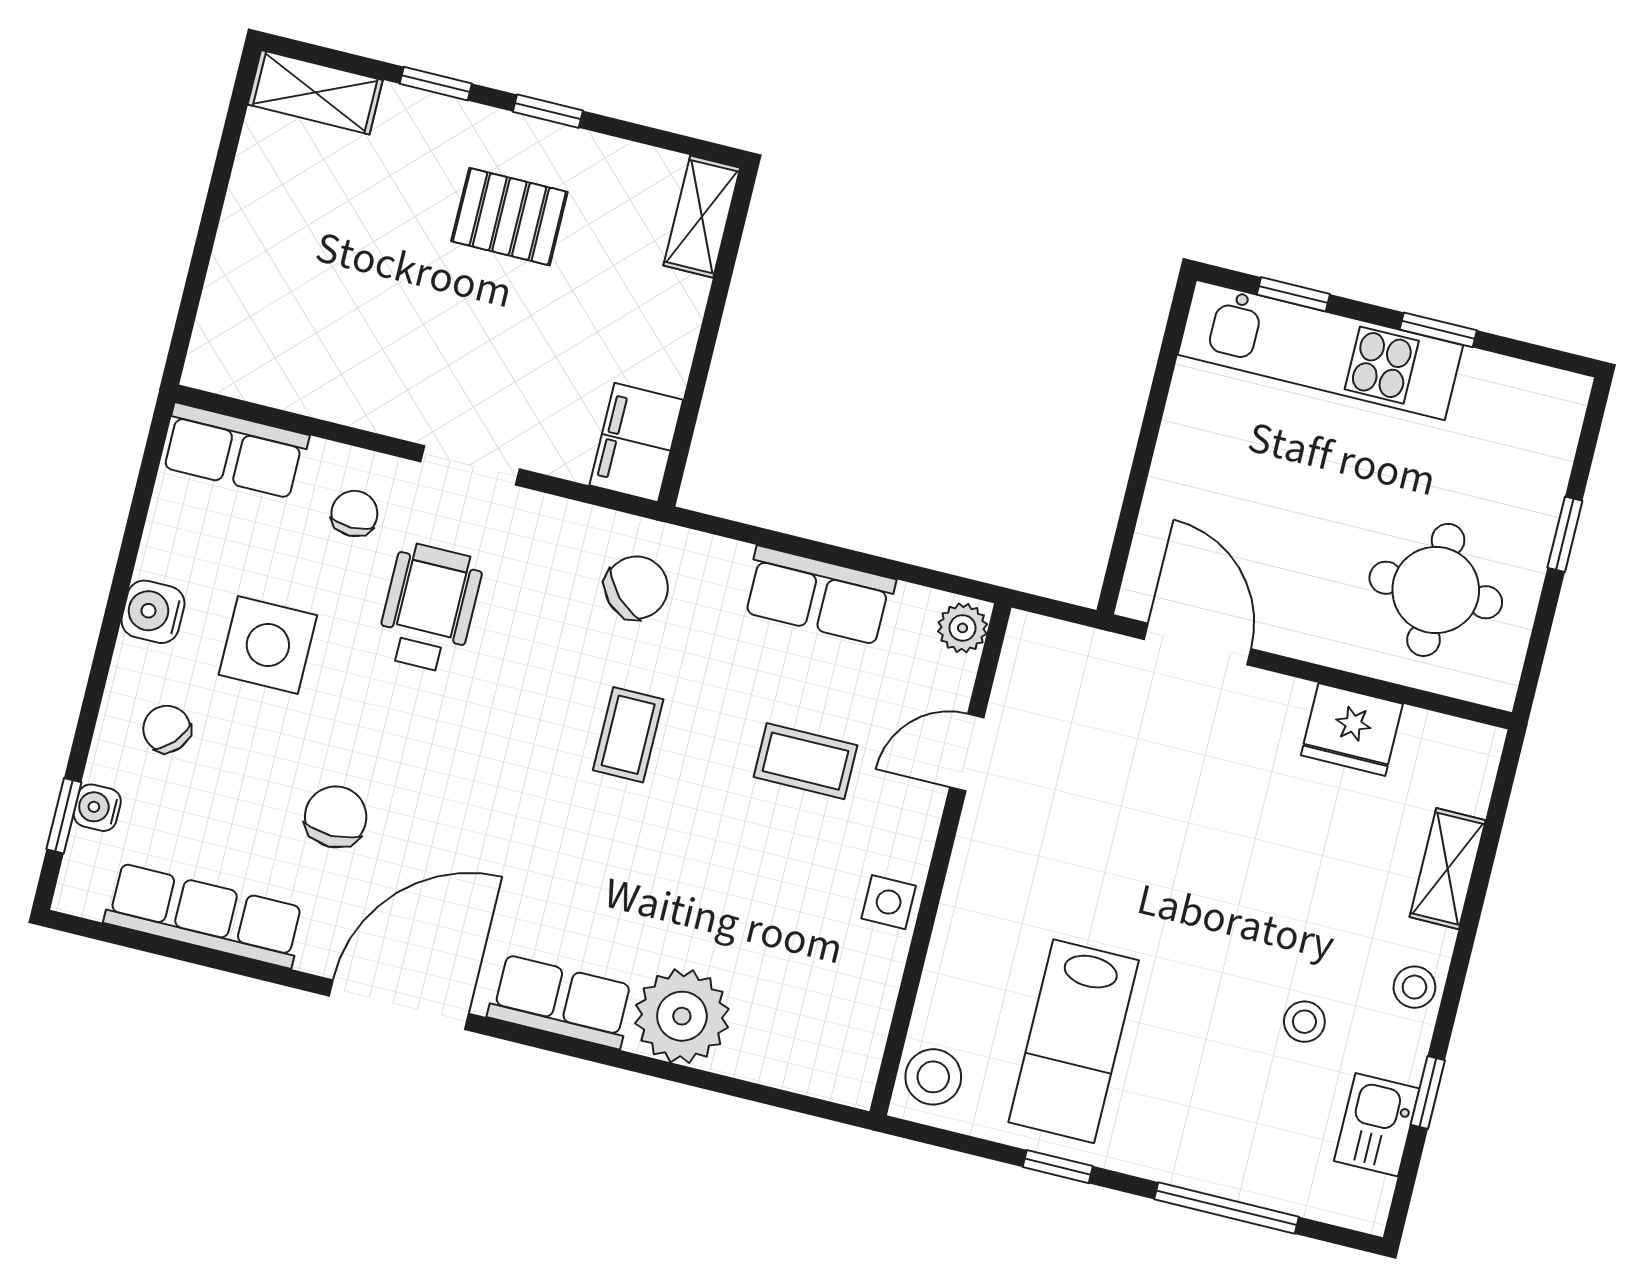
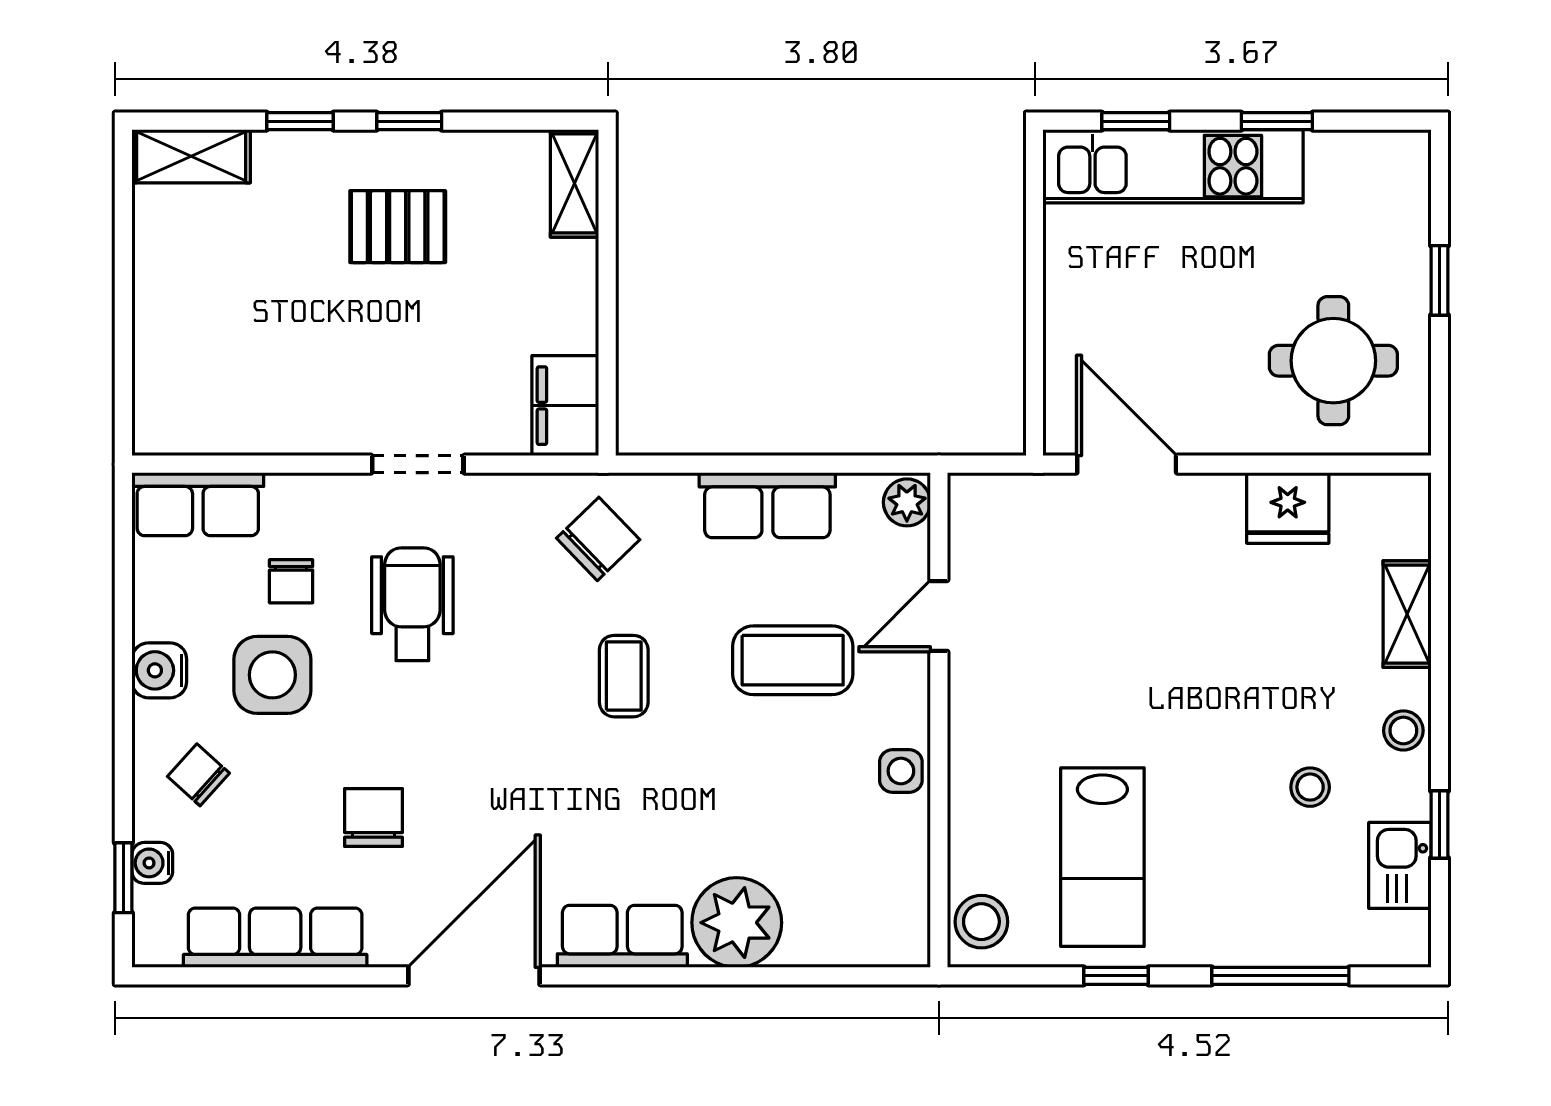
chair: (354, 514) -> (291, 581), moved, turned 180
coffee table: (805, 761) -> (793, 660), width x1.36, depth x1.30

